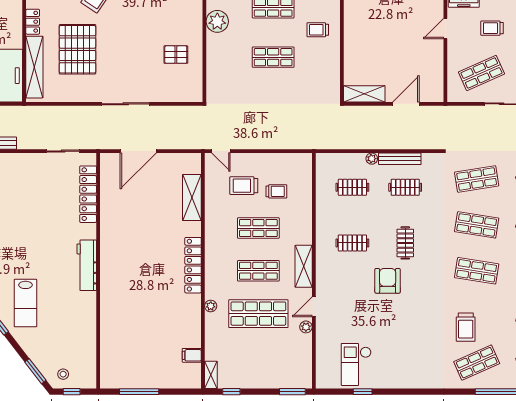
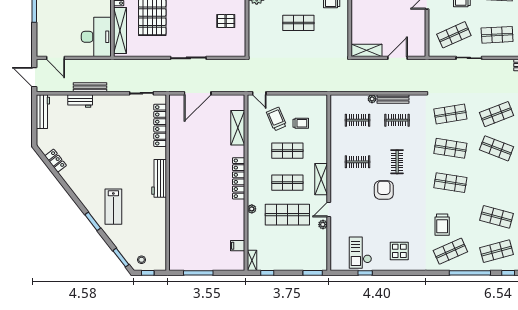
trolley: (244, 186) -> (276, 119), turned 67
display table: (408, 362) -> (399, 251), added

